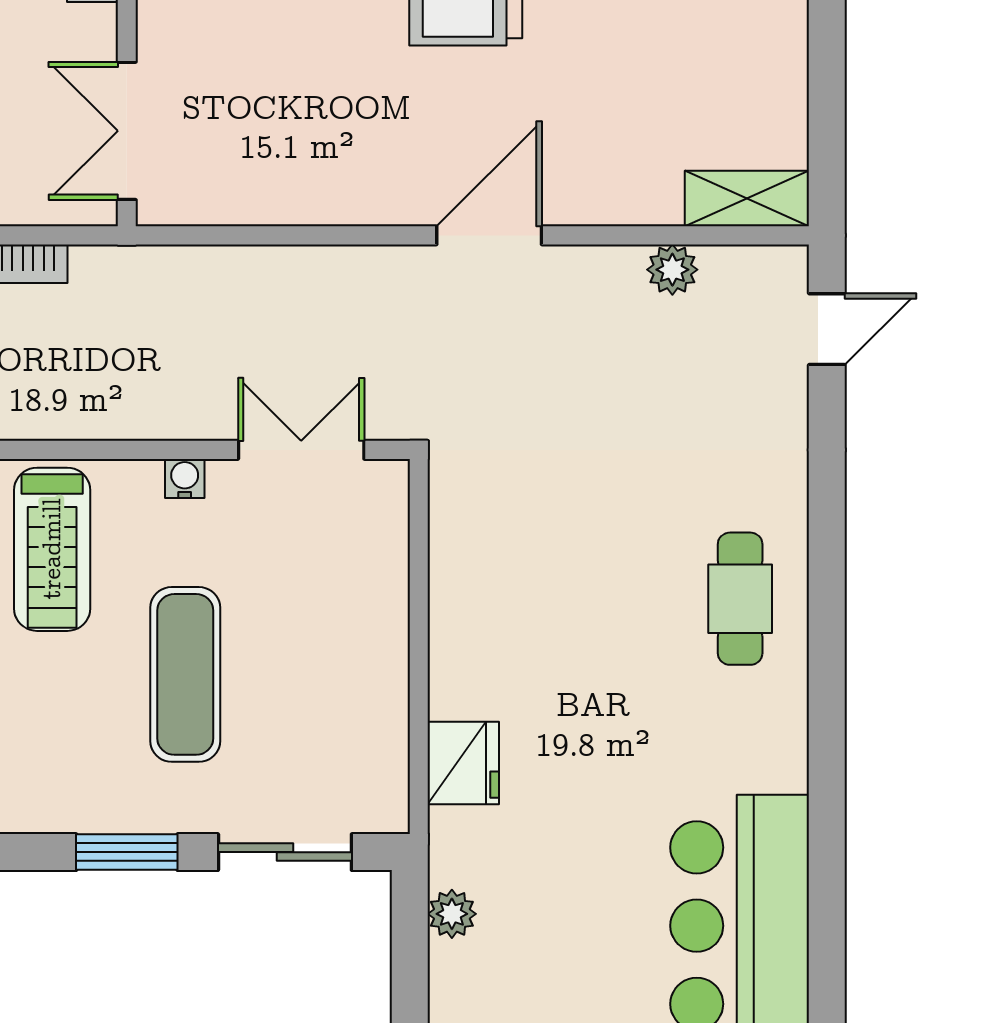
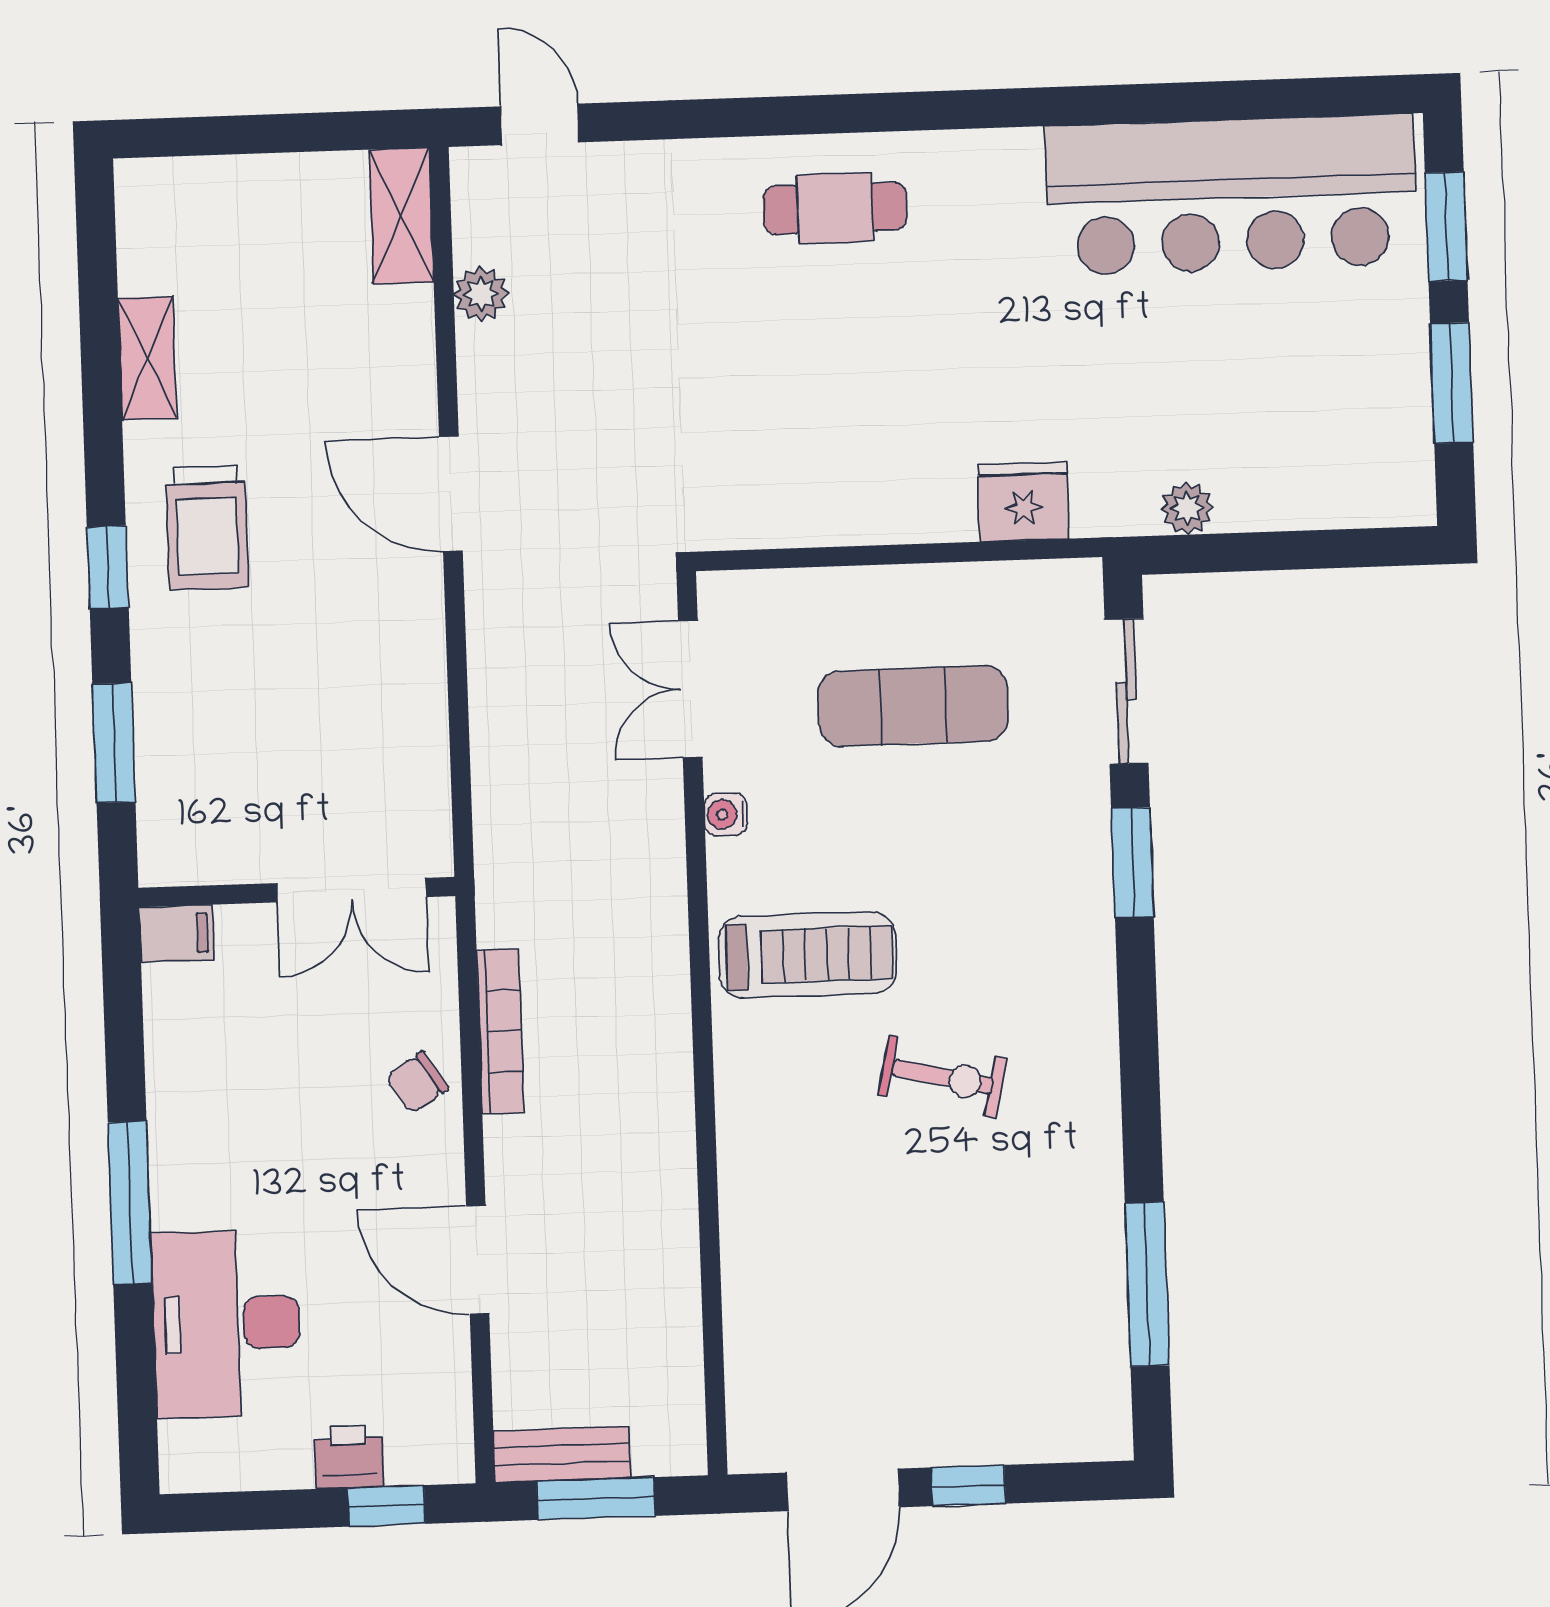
exercise mat: (185, 674) -> (913, 706), moved

